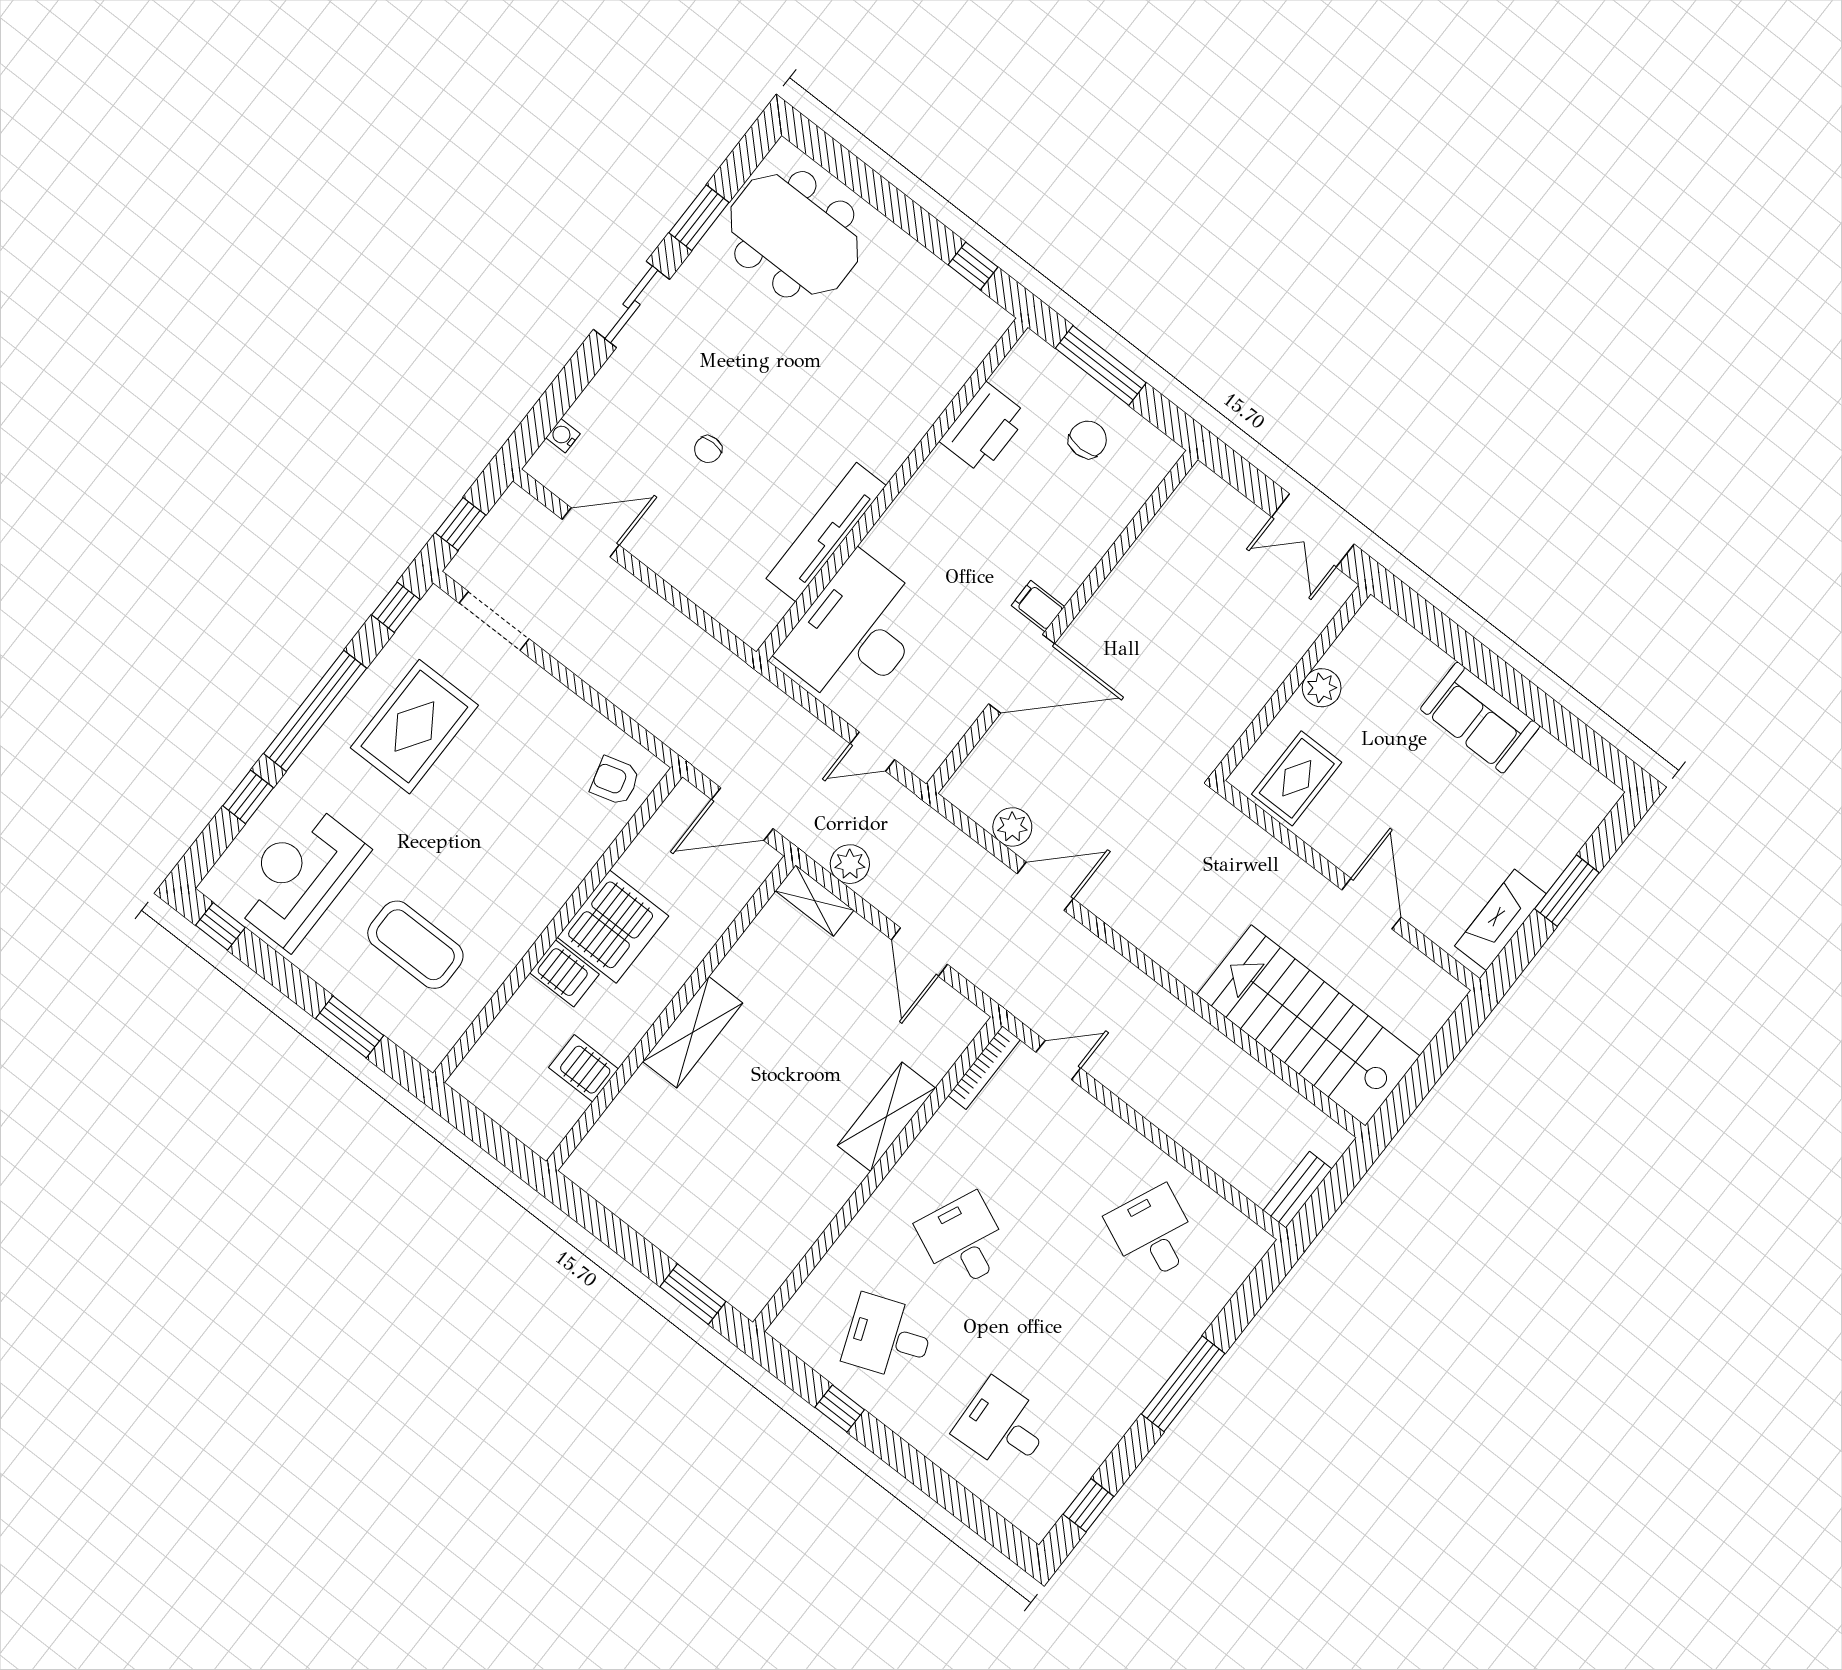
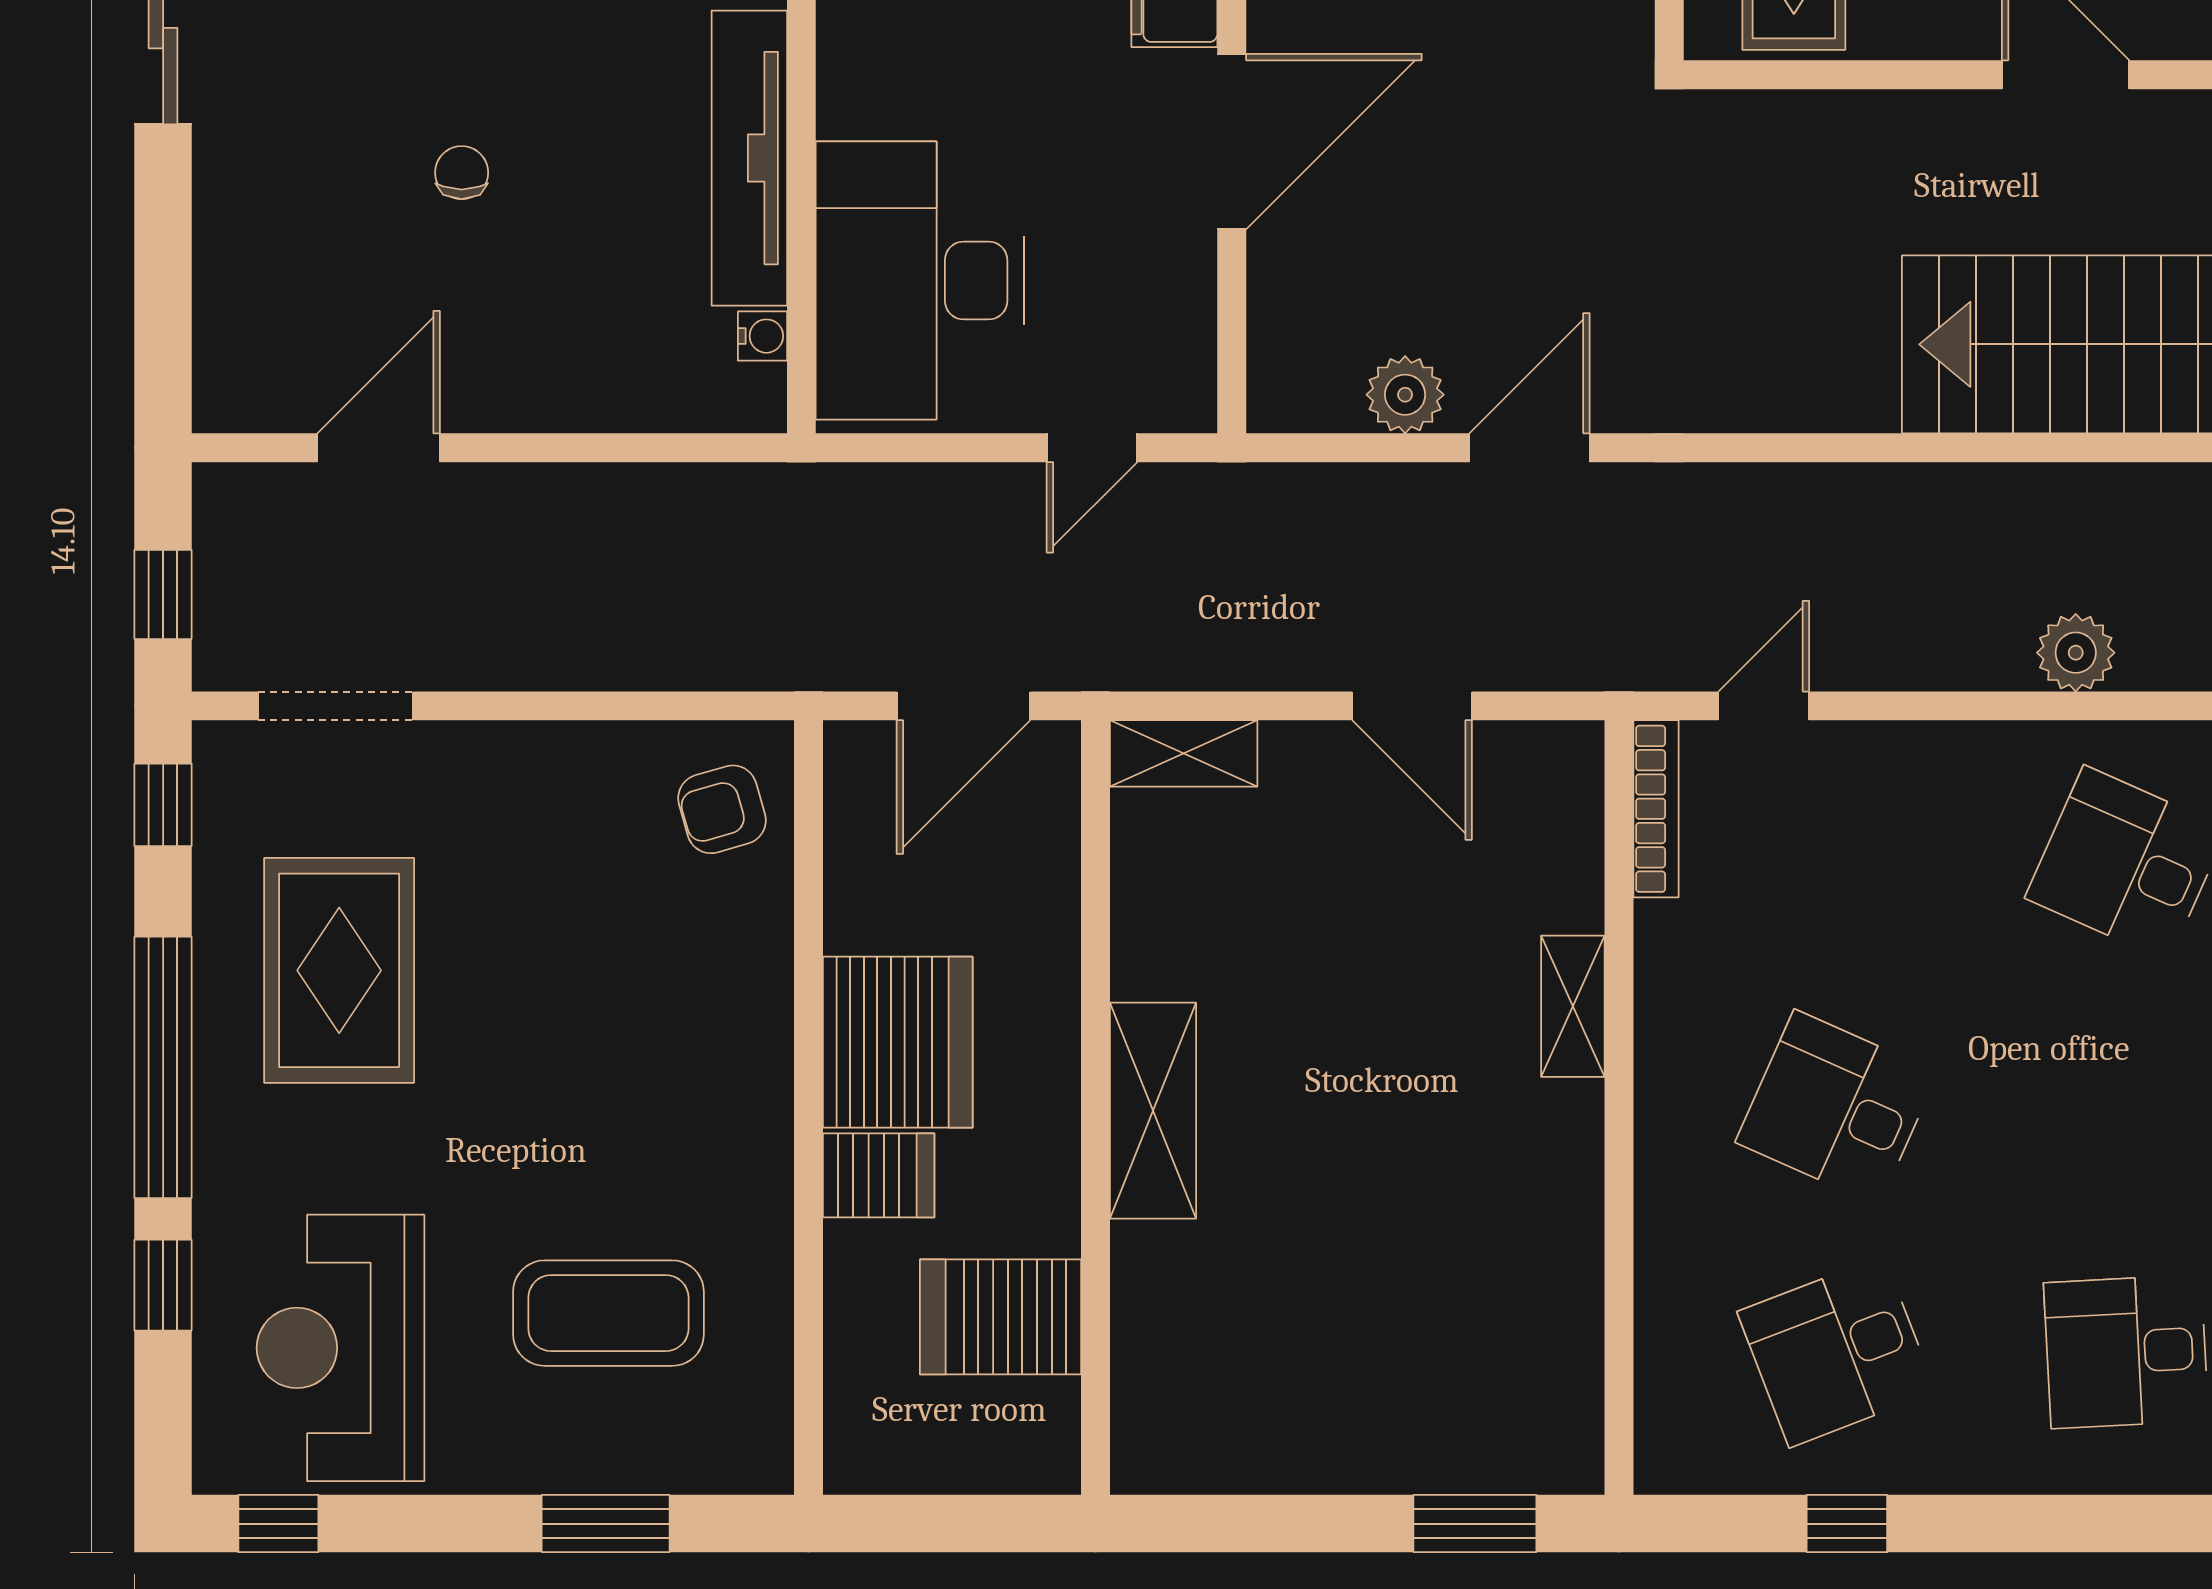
water cooler: (563, 436) -> (762, 336), moved, turned 180
chair: (708, 449) -> (462, 173), turned 180
plant: (850, 864) -> (2076, 653), moved
server rack: (583, 1068) -> (1001, 1317), width x1.36, depth x1.44
shelving: (886, 1117) -> (1573, 1006), width x0.67, depth x0.75

